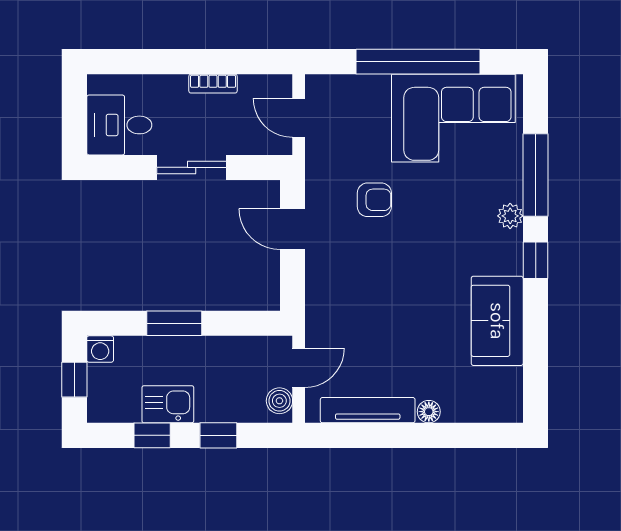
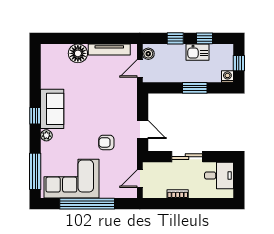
door: (299, 118) -> (140, 179), swing flipped
window: (536, 175) -> (35, 171), moved
sofa: (497, 321) -> (52, 109), moved
floor lamp: (429, 412) -> (78, 53), width x1.89, depth x1.89

